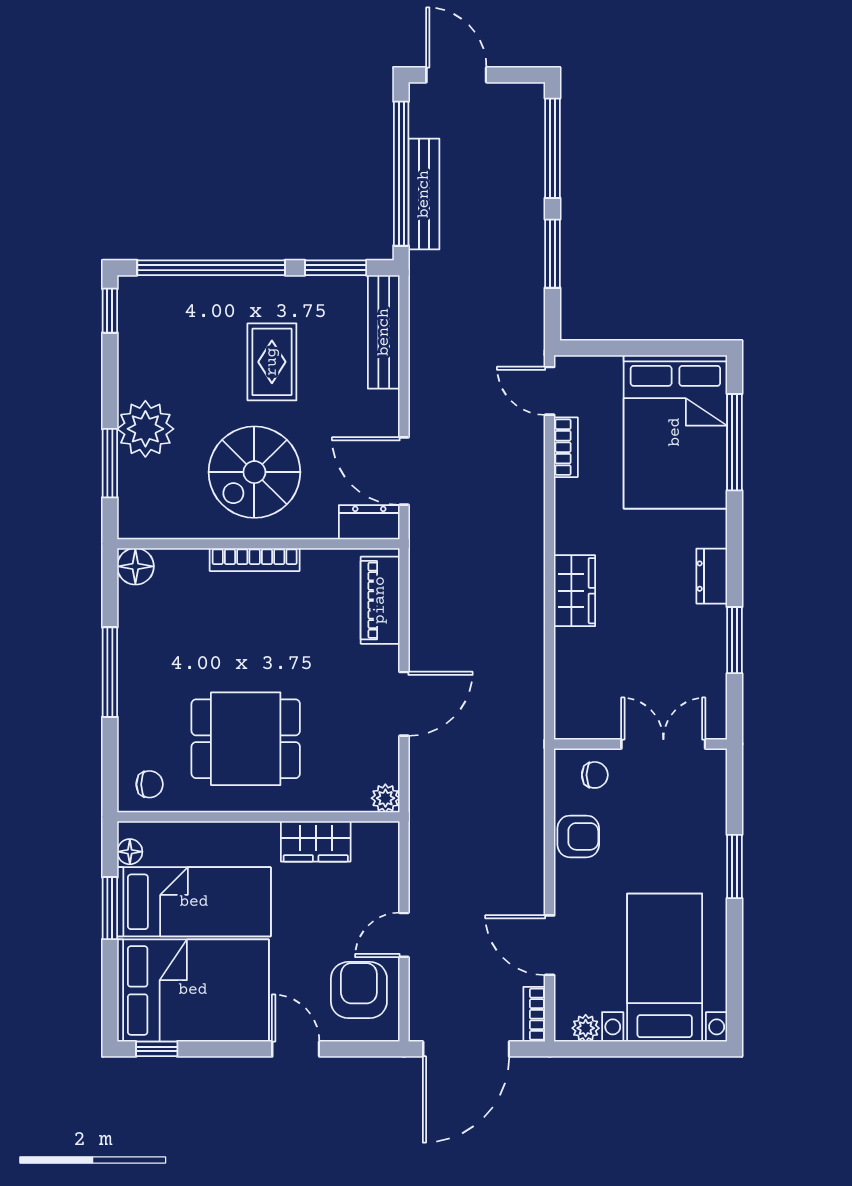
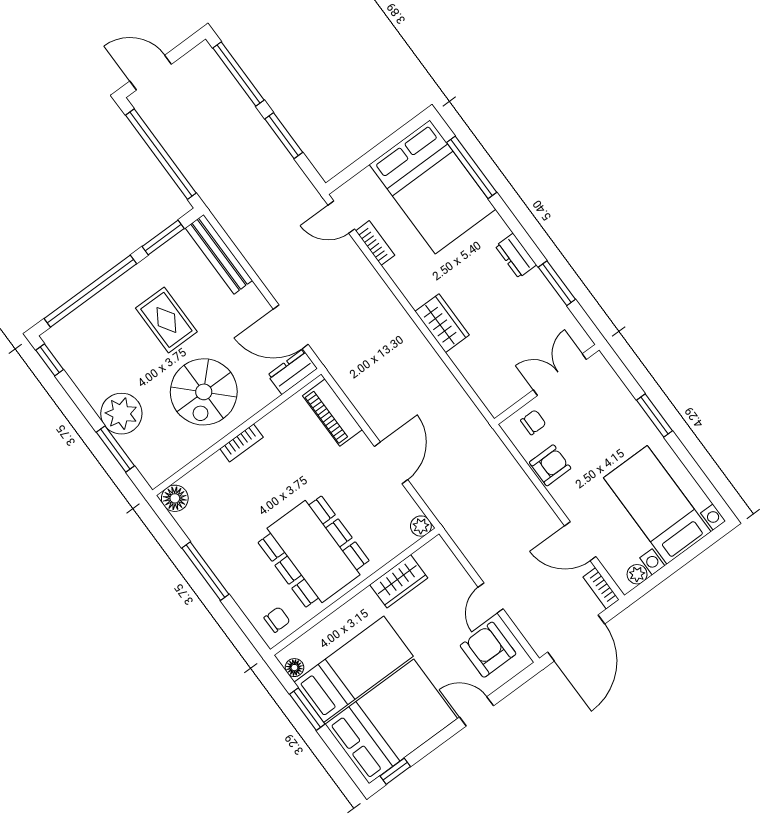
bench: (424, 194) -> (183, 156), removed
bookcase: (255, 560) -> (242, 443), width x0.64
dining table: (246, 739) -> (314, 552), width x1.38

